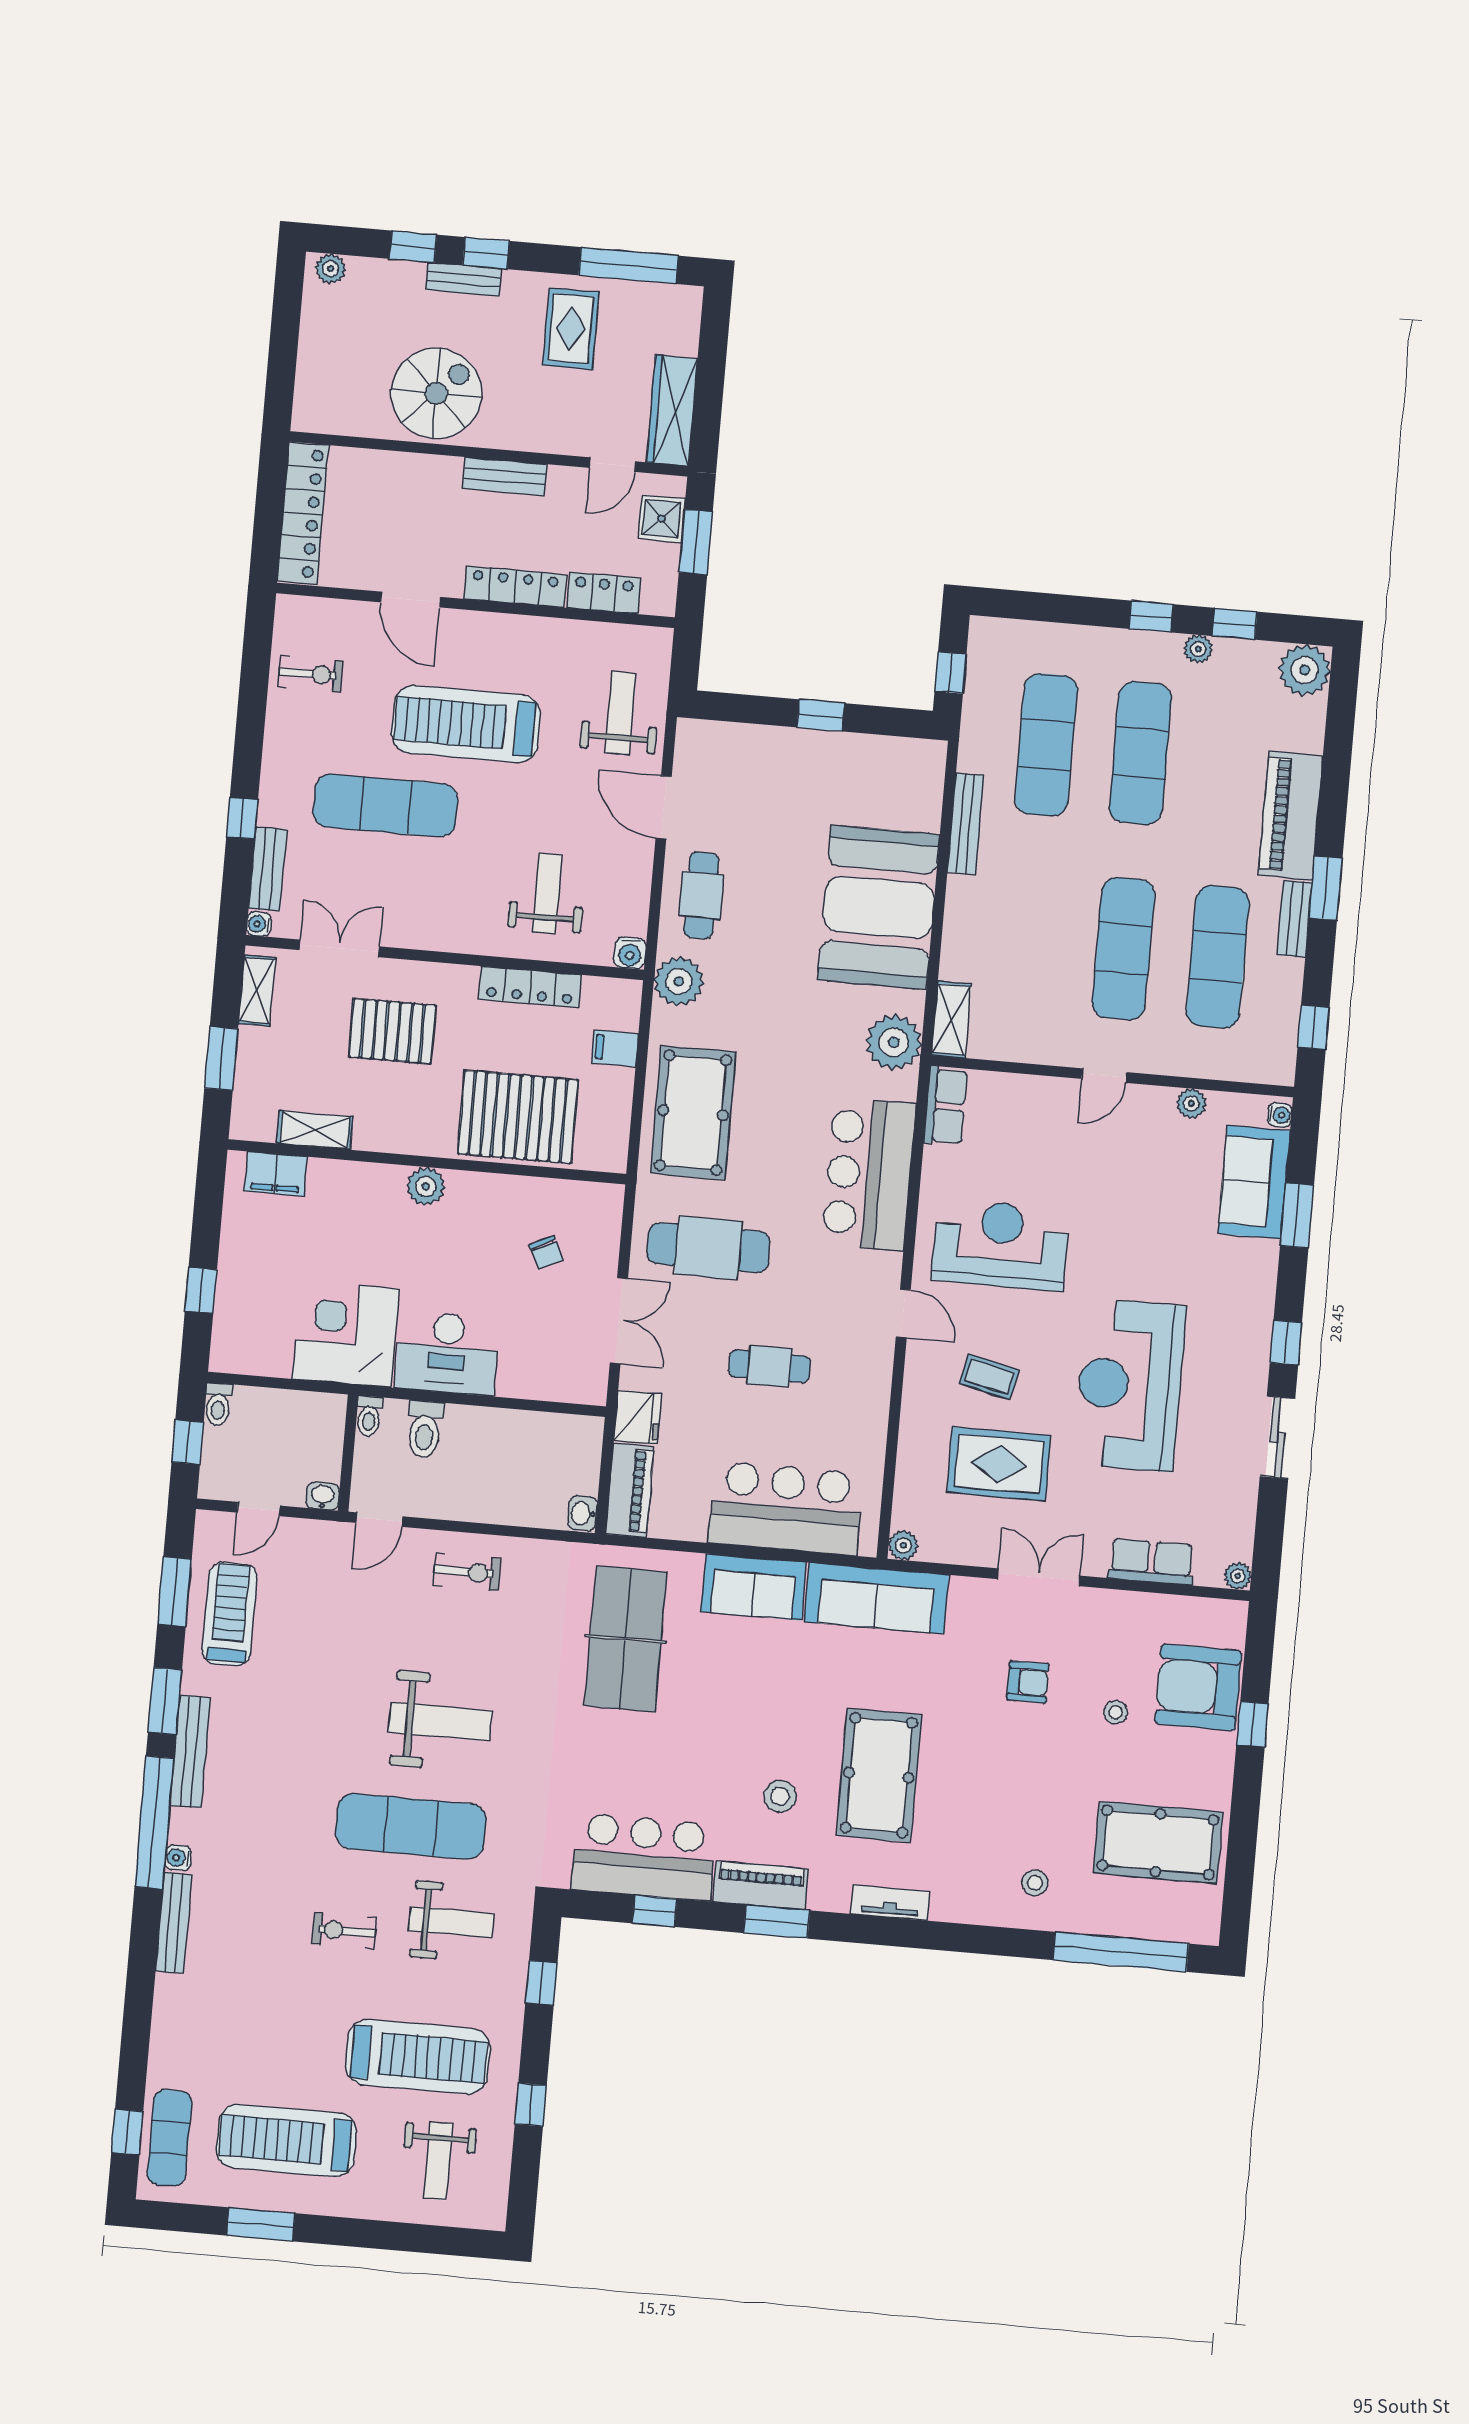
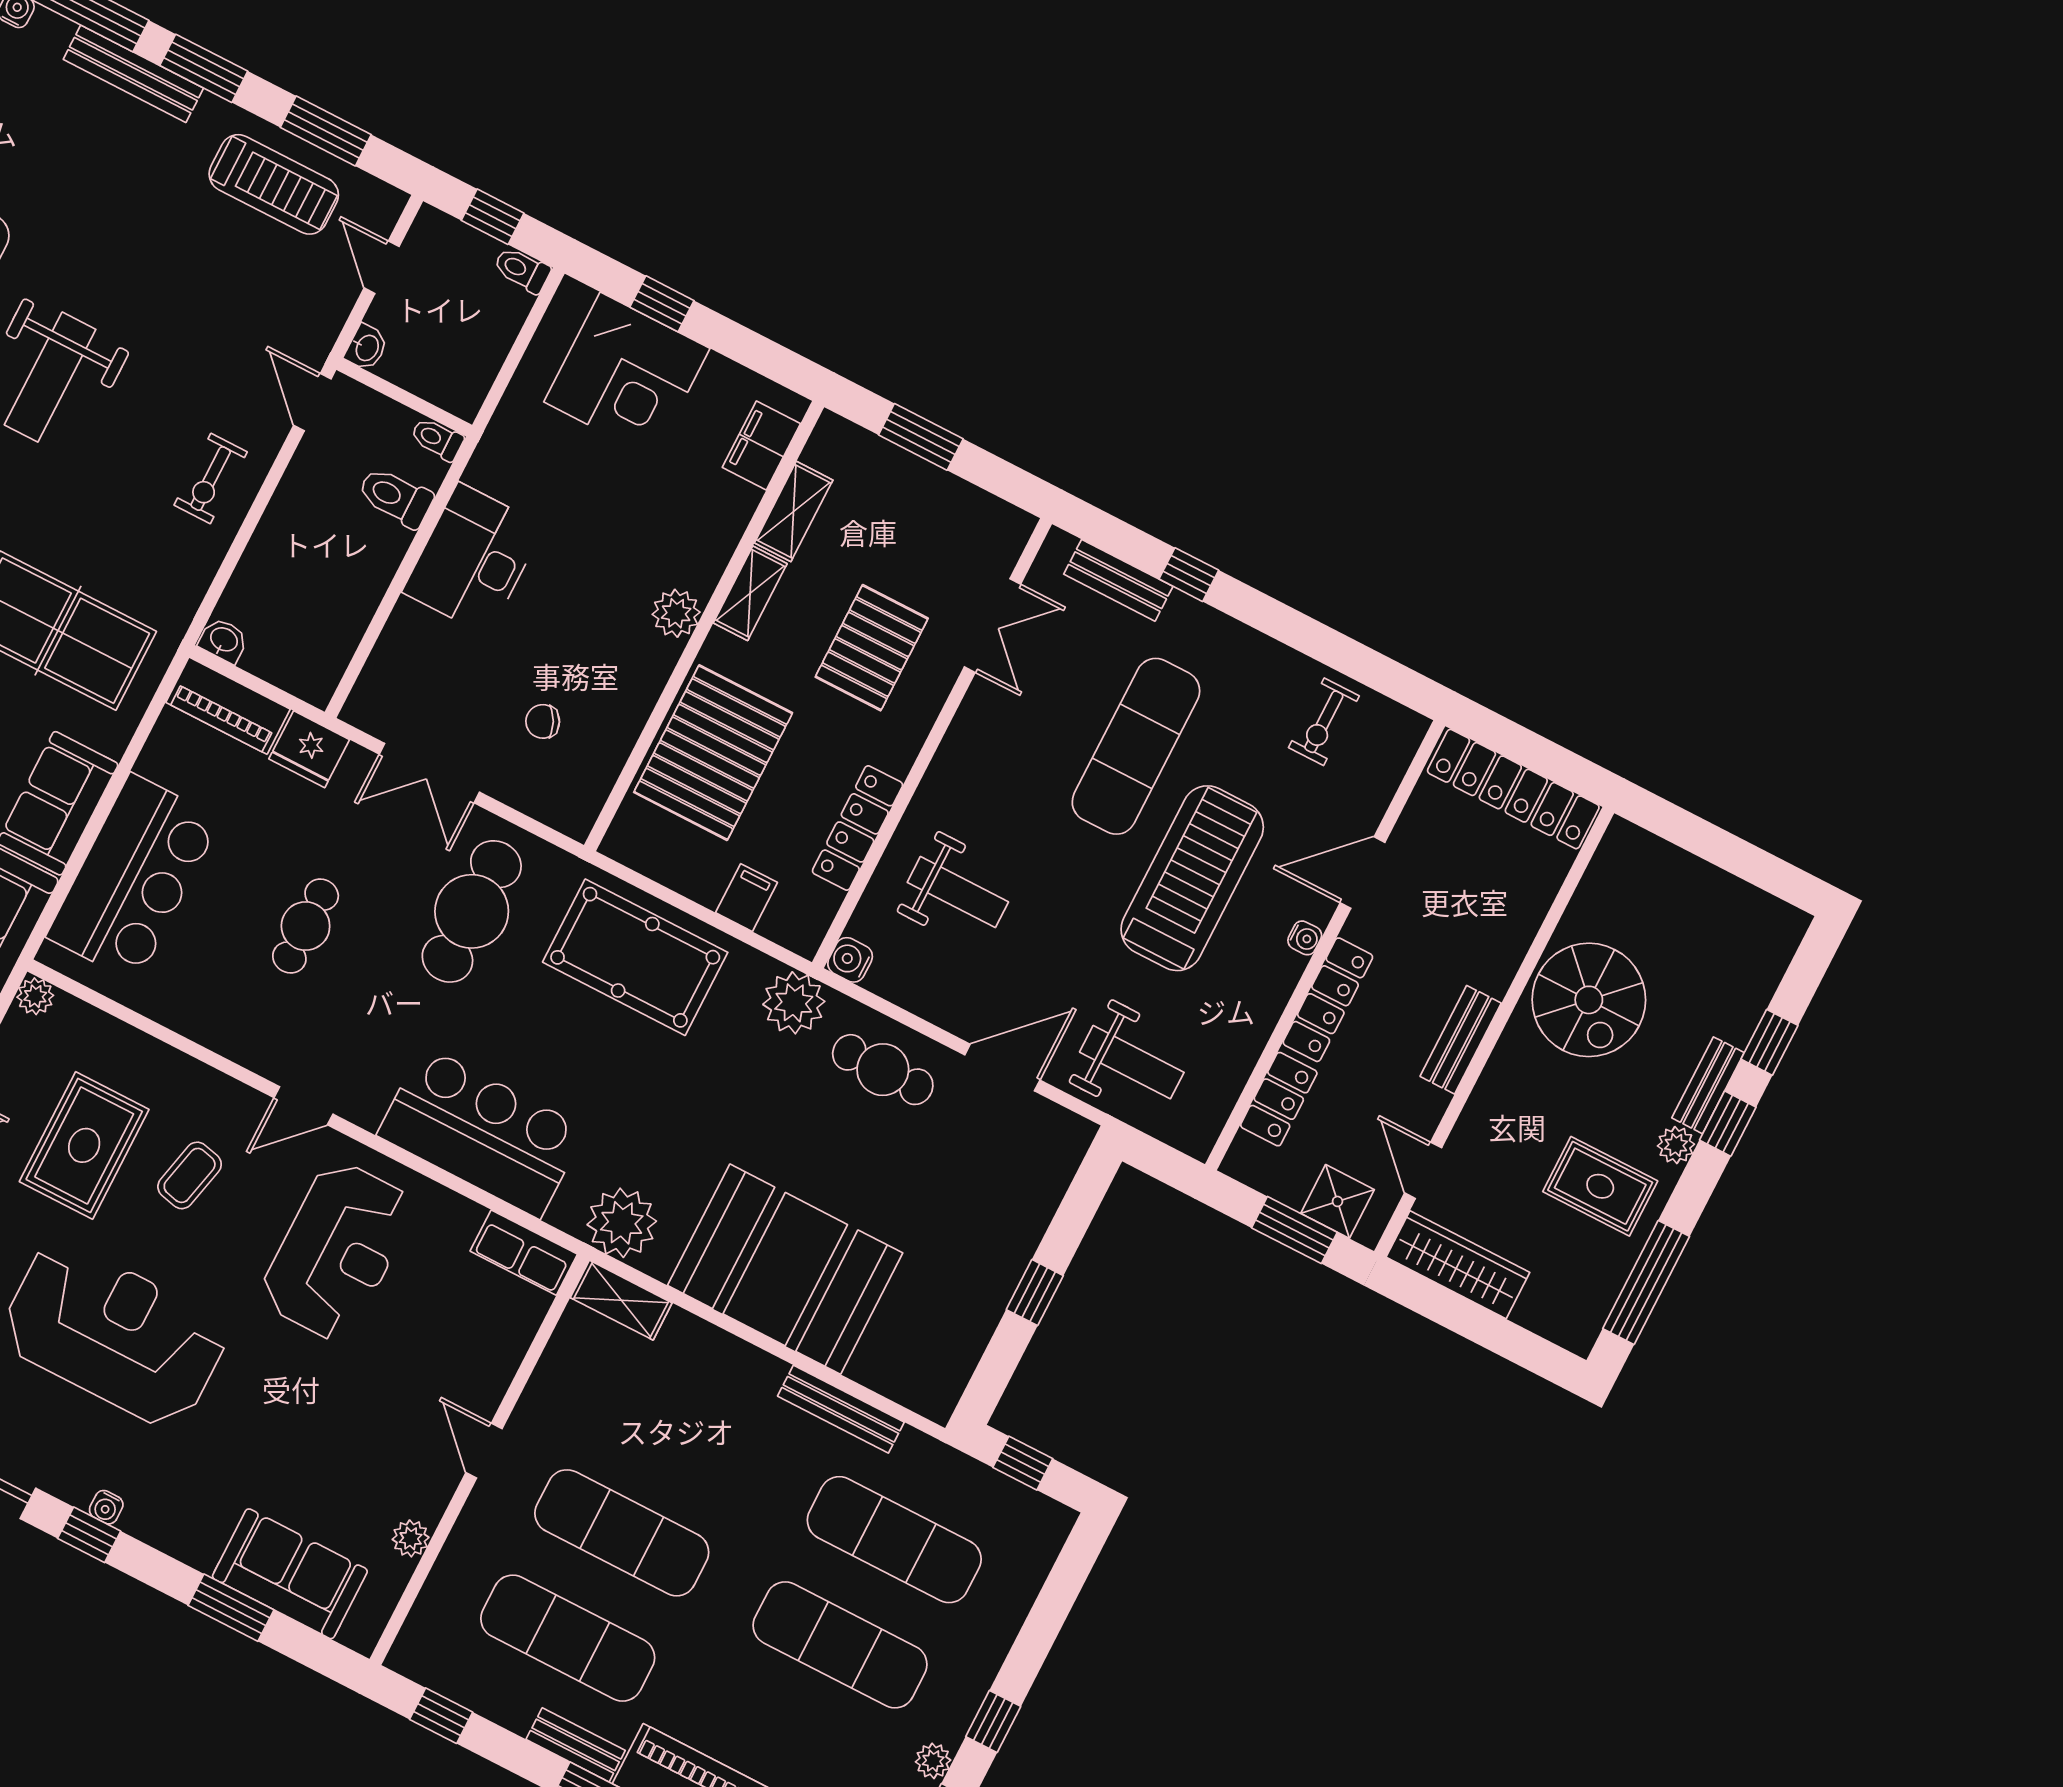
plant: (331, 269) -> (1676, 1145), moved
water cooler: (259, 924) -> (1305, 938), moved, turned 90
shelving: (257, 991) -> (750, 593), moved, turned 90
water cooler: (1280, 1115) -> (106, 1507), moved
corner desk: (346, 1334) -> (627, 375), moved, turned 90

